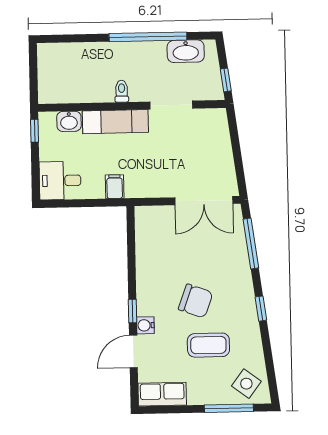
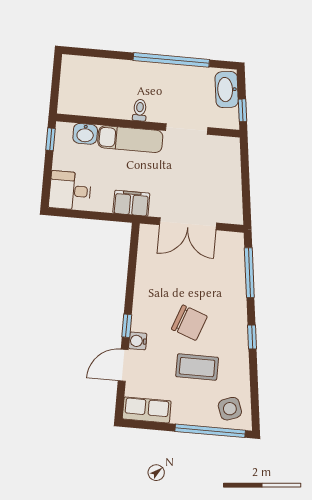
washbasin: (186, 51) -> (227, 89), moved, turned 82
filing cabinet: (115, 187) -> (131, 203), width x2.00
double door: (204, 201) -> (188, 224), moved
side table: (246, 384) -> (230, 409), turned 33
window: (229, 408) -> (210, 431), width x1.46

